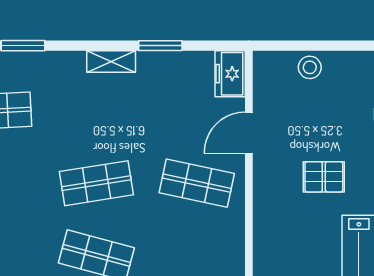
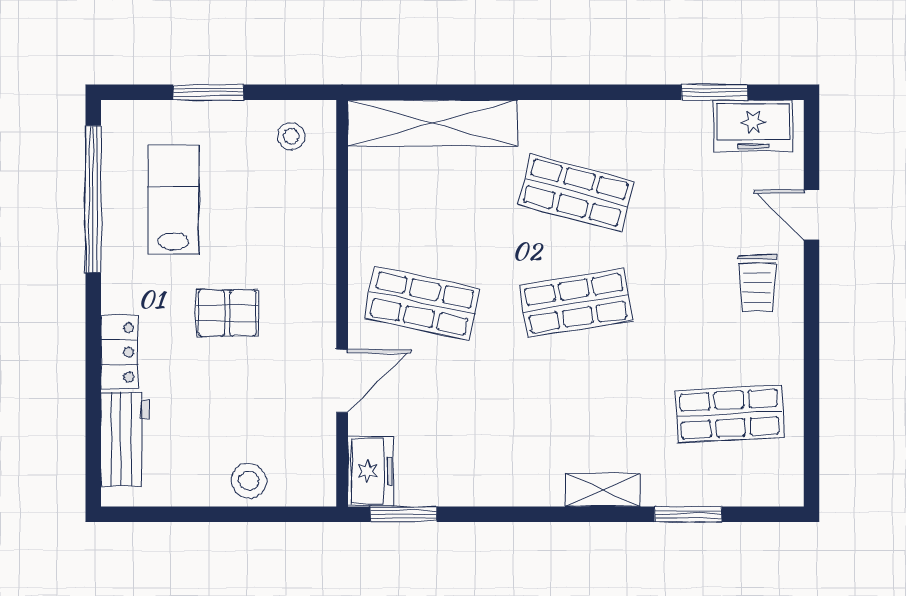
window: (160, 46) -> (404, 514), moved
shelving: (111, 61) -> (603, 490), moved

